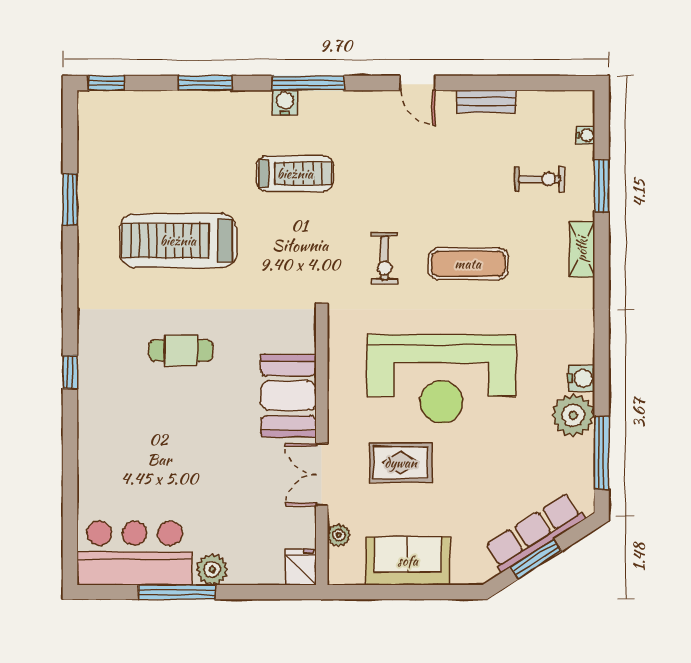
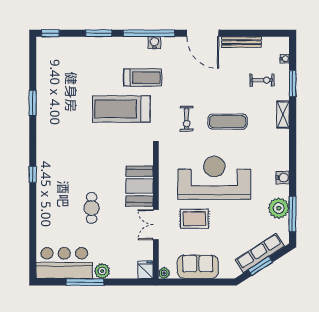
window: (308, 83) -> (149, 33), width x1.46
door: (418, 83) -> (203, 33), width x1.88
bench: (486, 101) -> (241, 42), width x1.36
water cooler: (285, 102) -> (154, 43), moved
window: (70, 199) -> (33, 103), moved
treadmill: (178, 241) -> (121, 109), moved
cafe table: (181, 350) -> (92, 208), moved, turned 90
reception desk: (441, 379) -> (214, 178), turned 180
plant: (573, 415) -> (279, 208), moved
plant: (339, 535) -> (164, 273), moved

